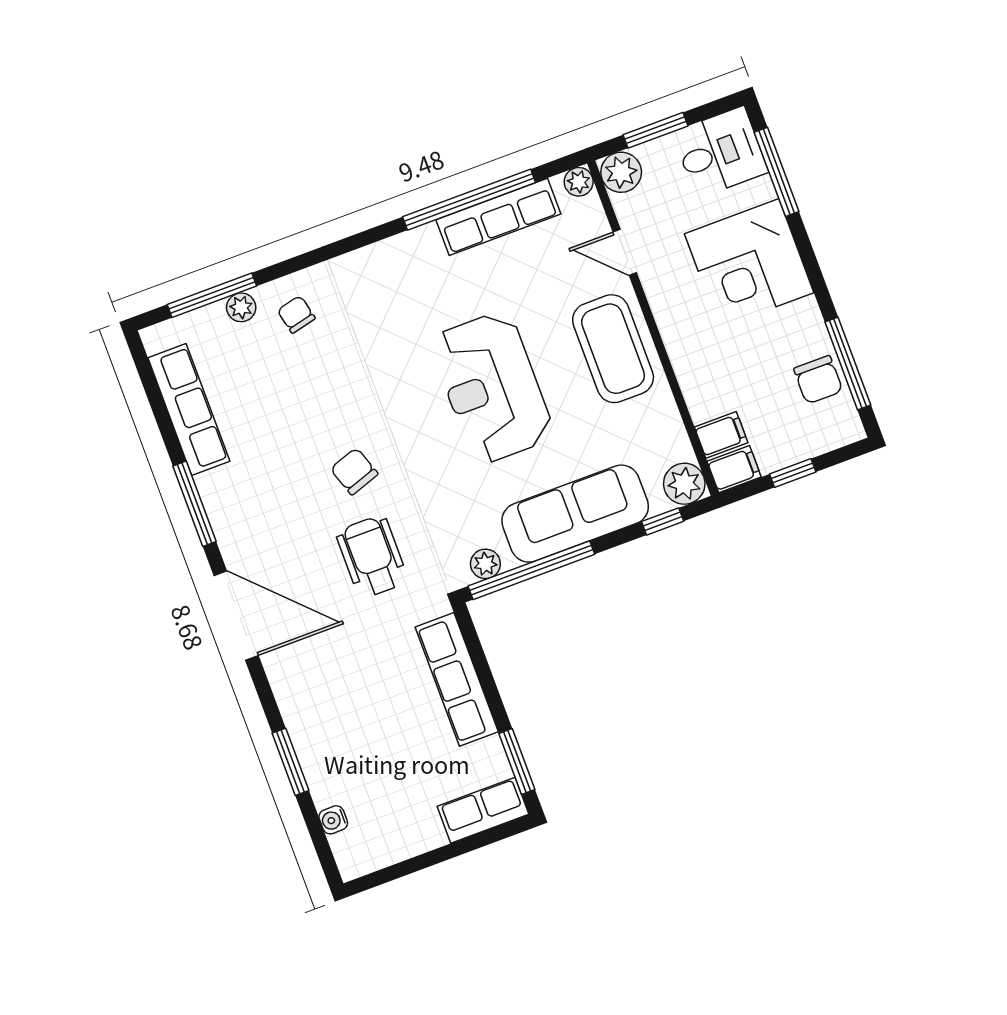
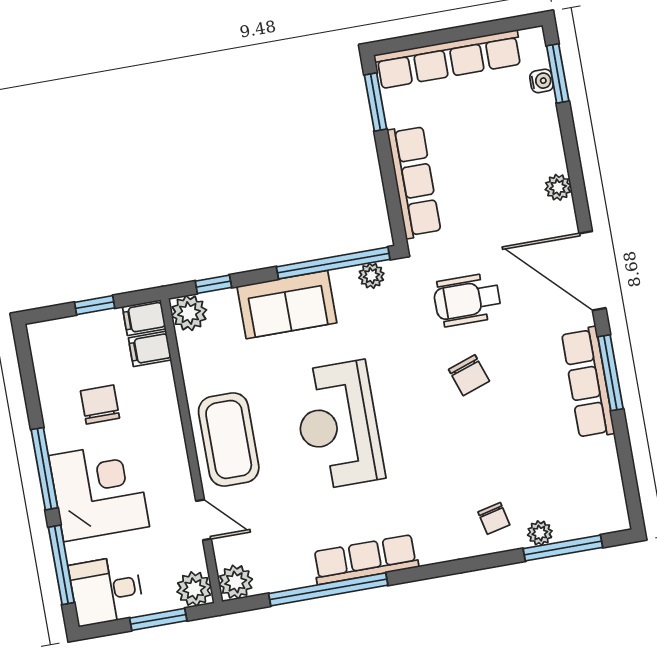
plant: (579, 182) -> (236, 582), width x1.38, depth x1.38
row of seats: (498, 217) -> (365, 560), moved
window: (848, 364) -> (44, 469), moved
chair: (818, 380) -> (100, 405), moved
reception desk: (492, 388) -> (338, 425), turned 180
row of seats: (189, 410) -> (588, 383), moved
sofa: (575, 514) -> (287, 305), width x0.73
wheelchair: (372, 557) -> (467, 300), turned 90
plant: (292, 703) -> (558, 187), added
window: (290, 762) -> (558, 73), moved
row of seats: (483, 810) -> (448, 59), width x2.02

